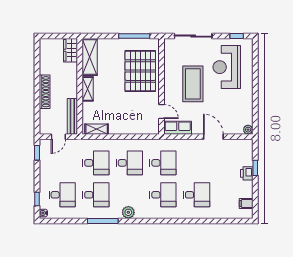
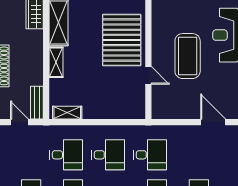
door: (162, 111) -> (148, 75), moved
bench: (72, 116) -> (37, 103), width x0.73
row of seats: (178, 128) -> (169, 111), removed
door: (58, 137) -> (19, 122), swing flipped

